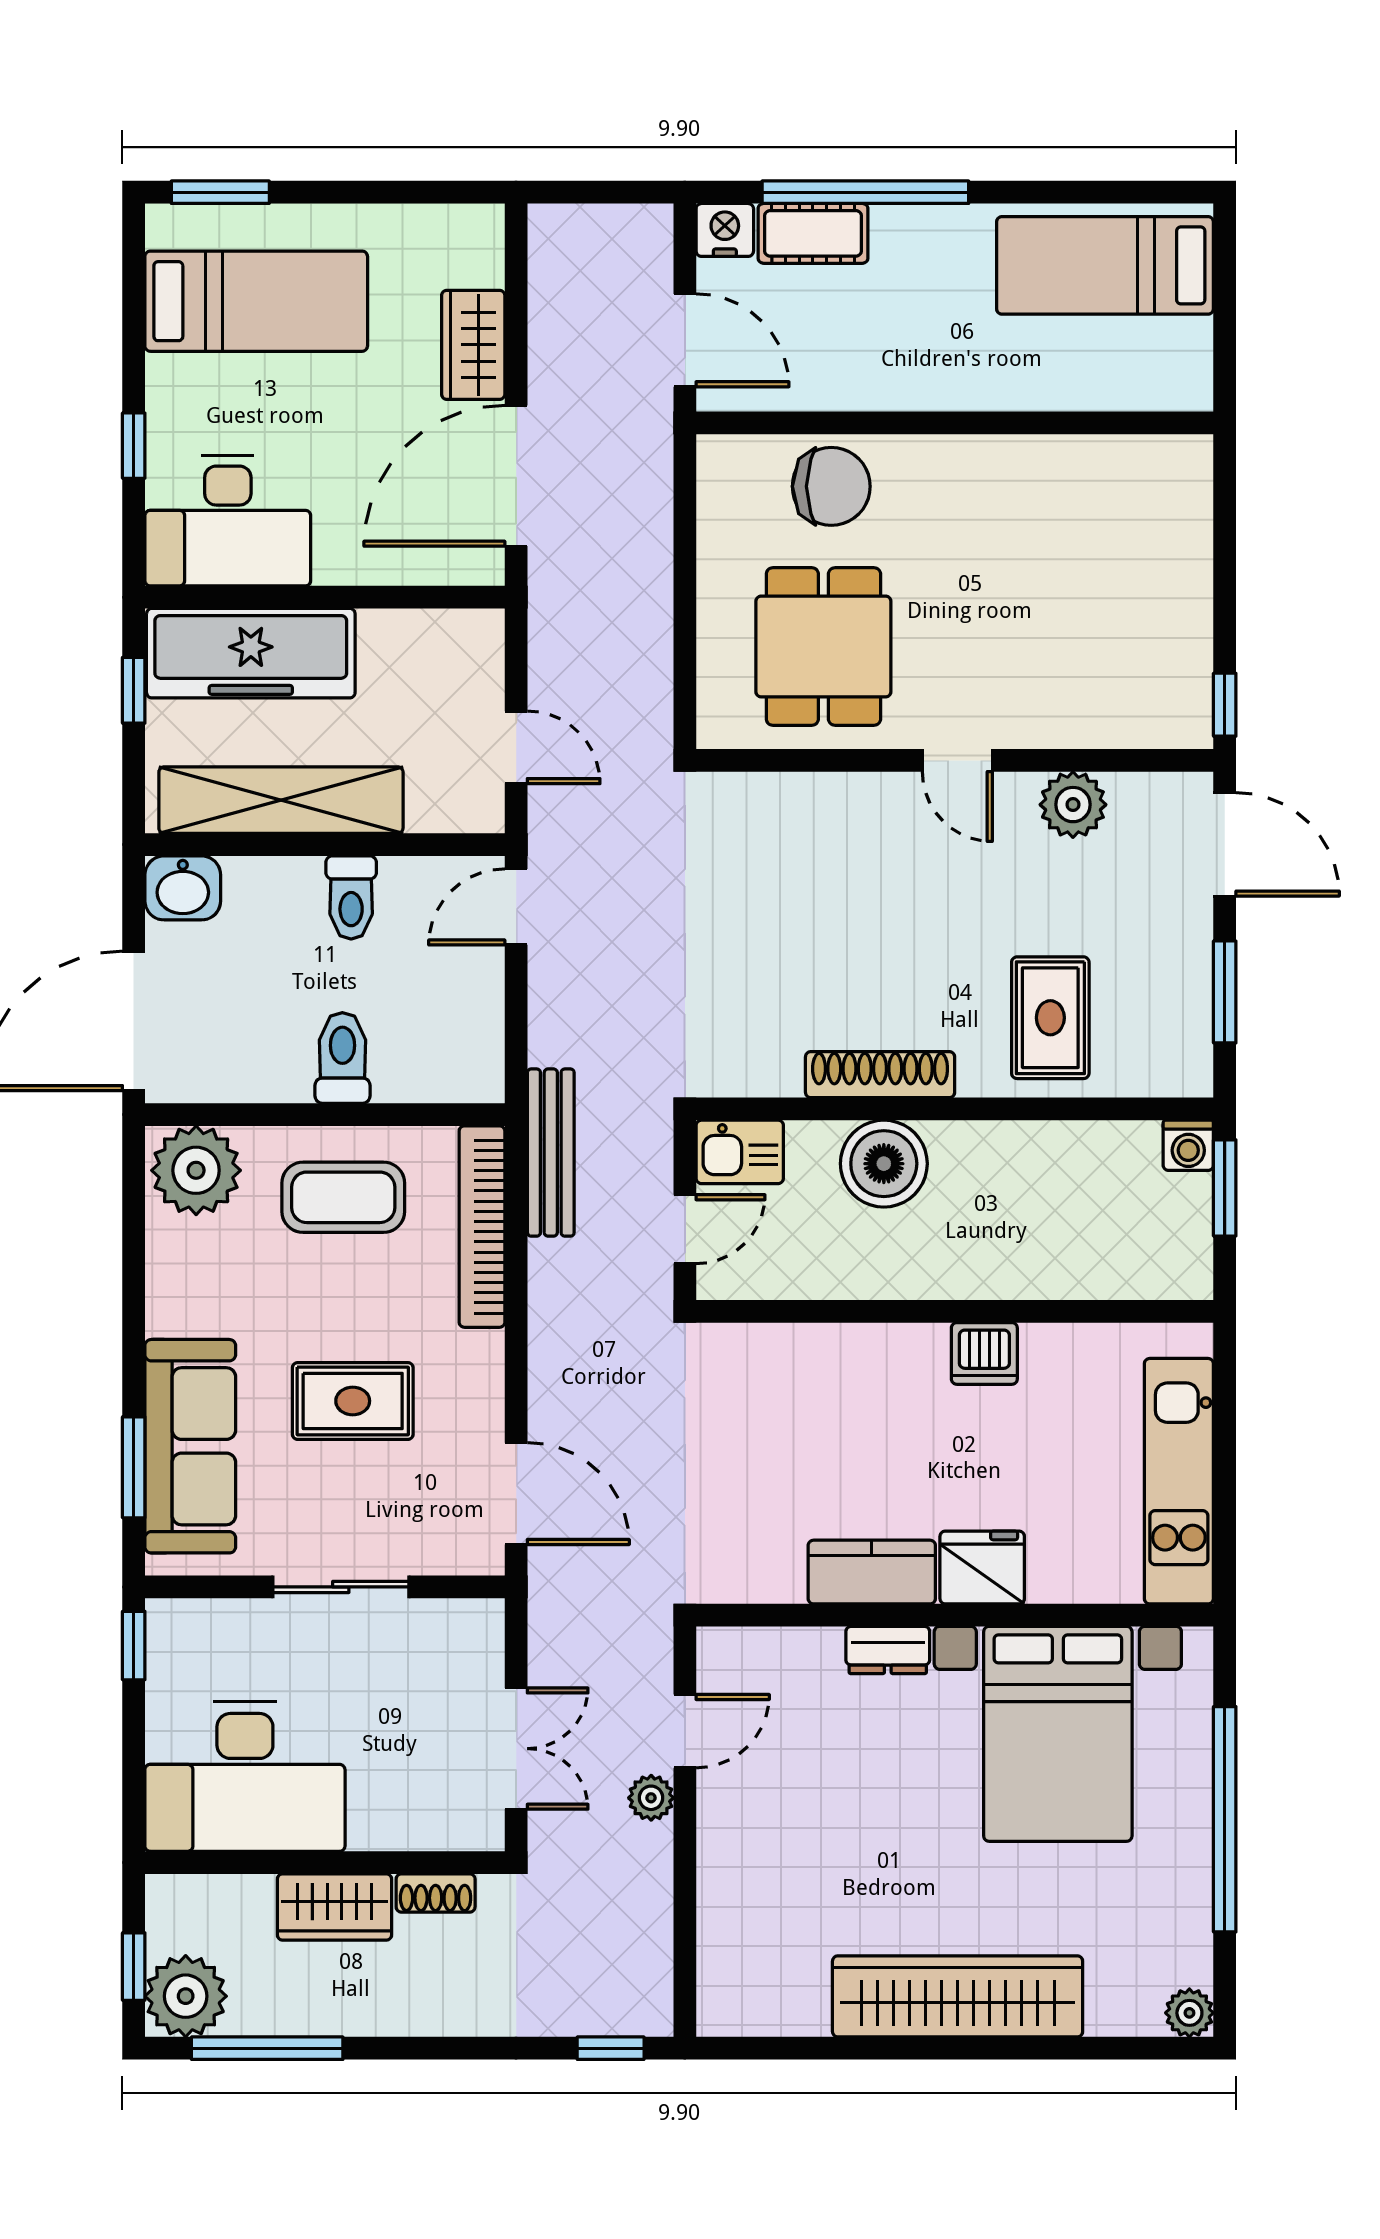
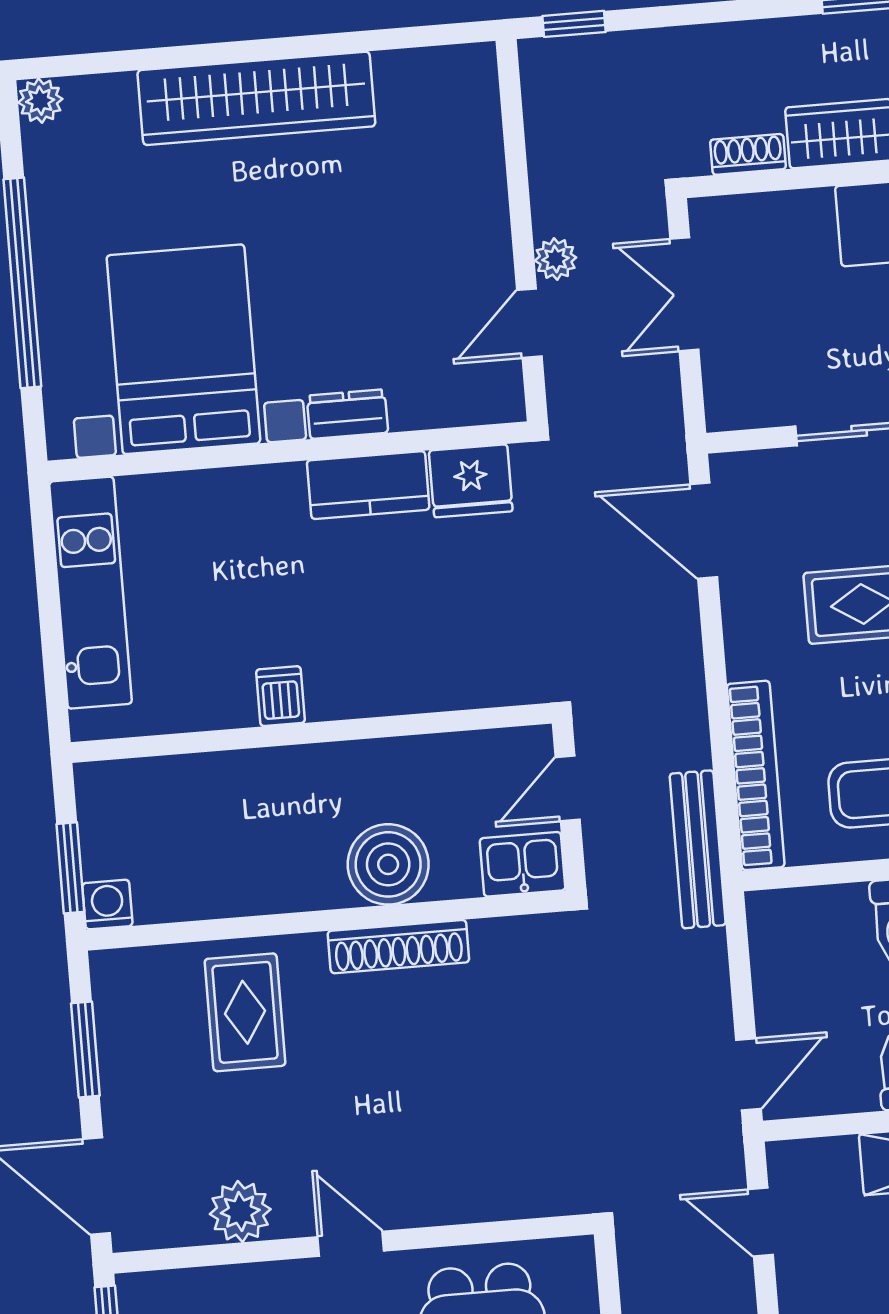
dishwasher: (984, 1353) -> (281, 696), width x0.73
fridge: (982, 1568) -> (471, 481), moved

